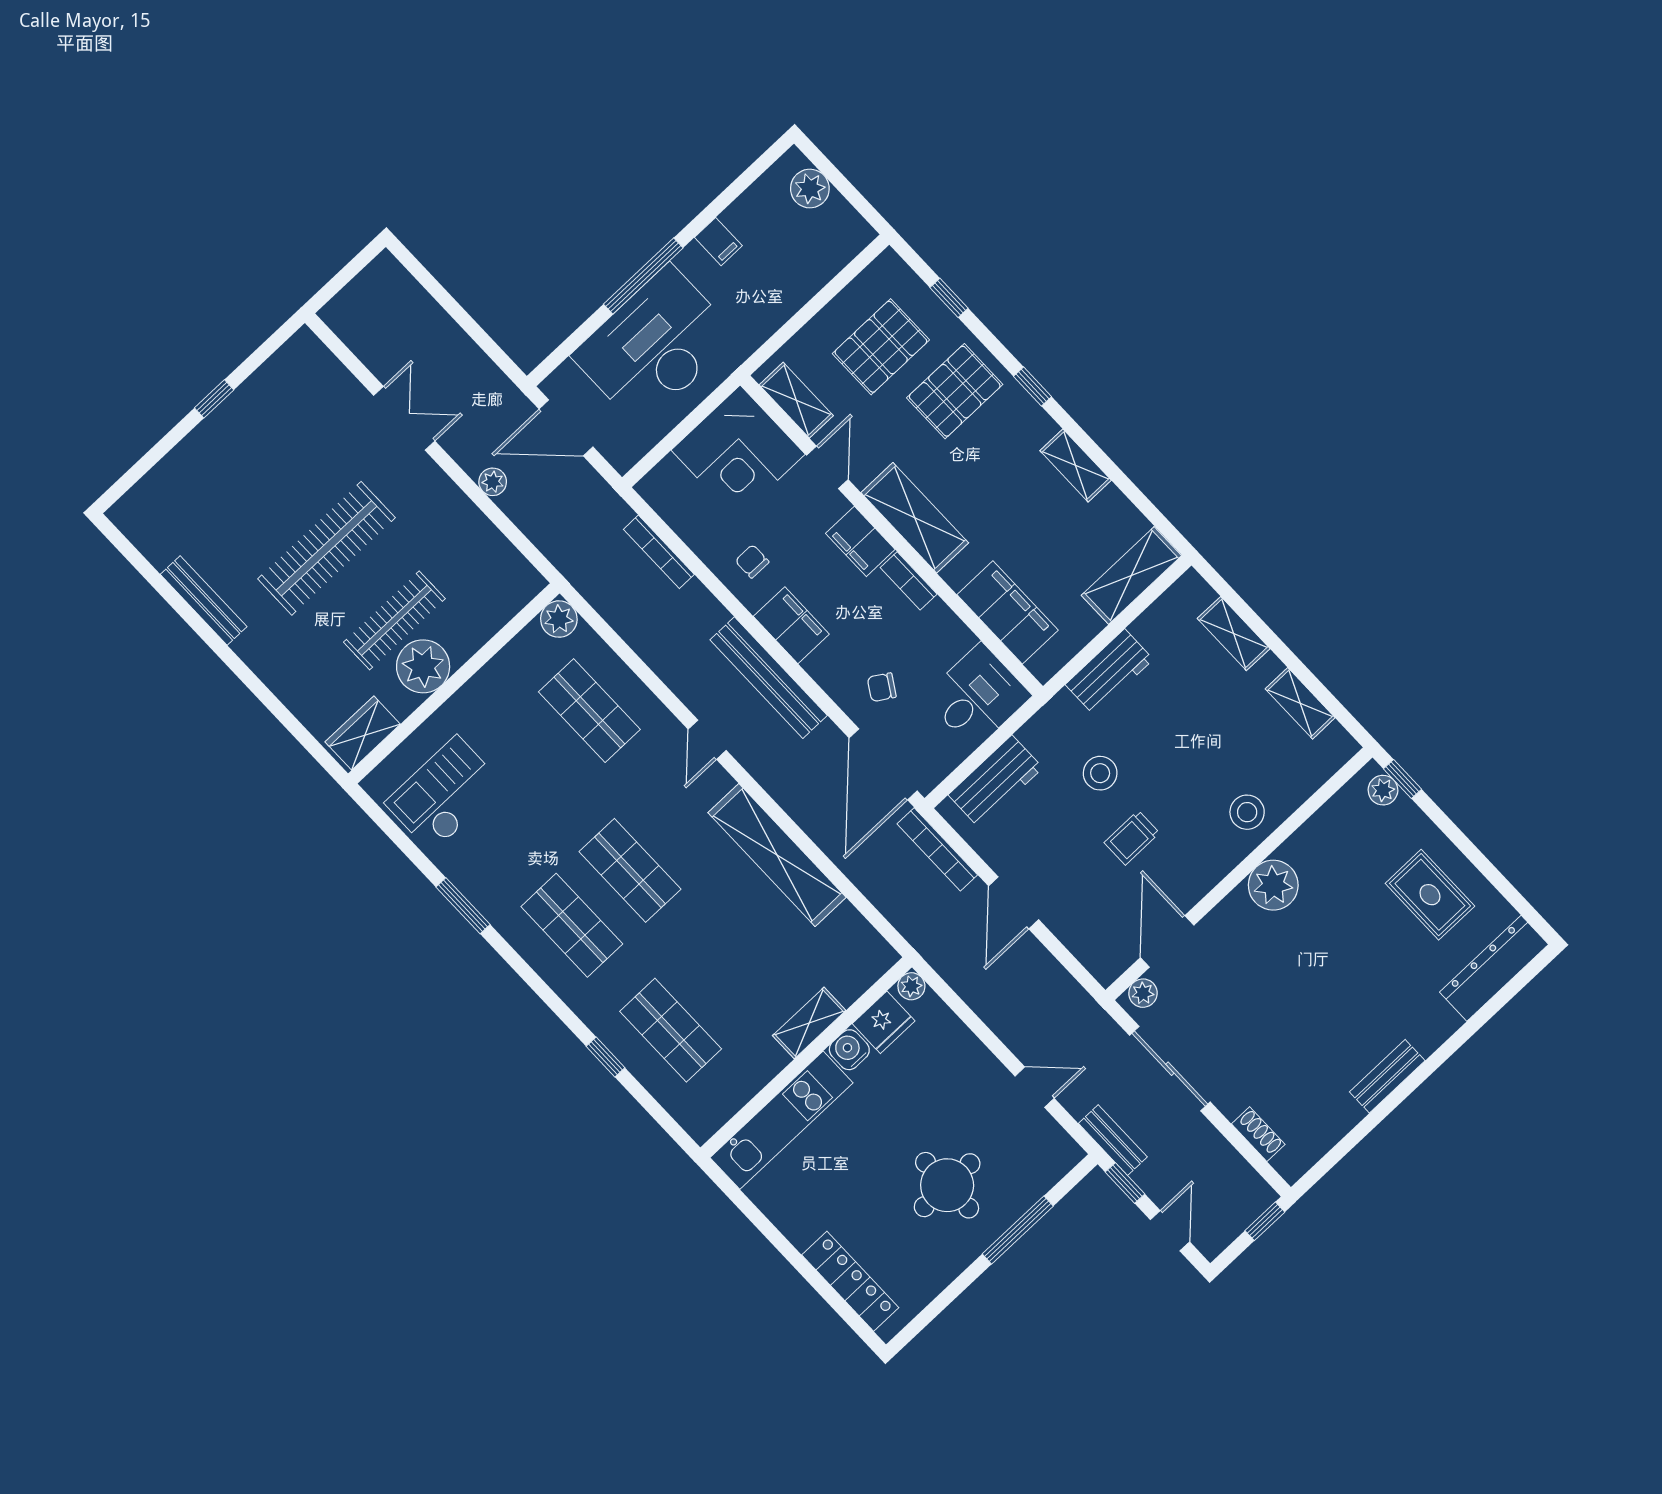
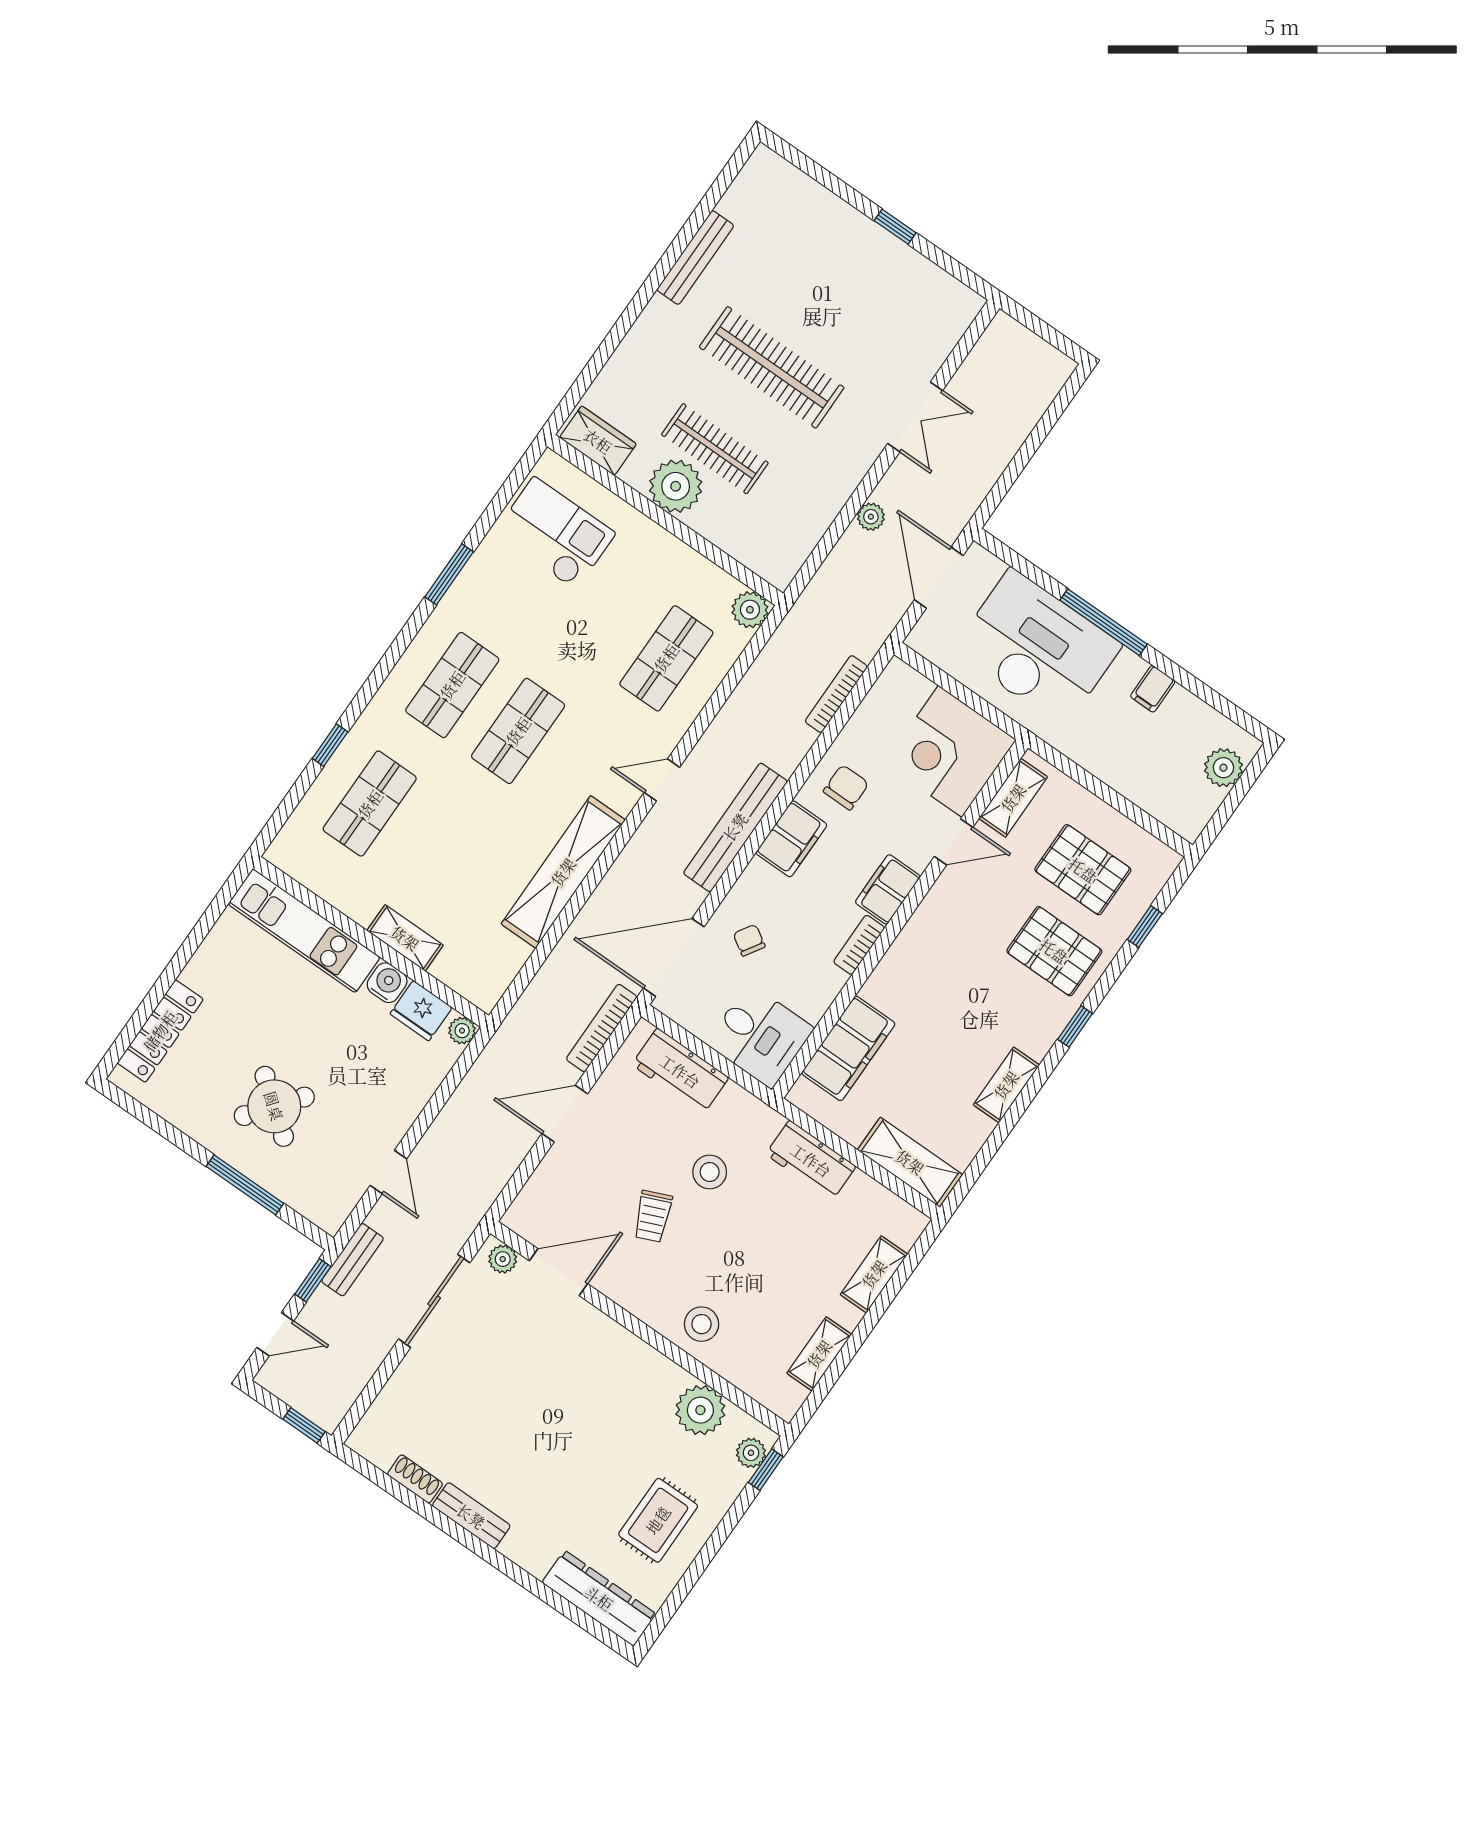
shelving: (915, 518) -> (922, 938), removed
chair: (752, 561) -> (846, 787), width x1.37, depth x1.37
trolley: (1132, 838) -> (653, 1216), turned -113
plant: (1273, 885) -> (700, 1410), moved
shoe rack: (1258, 1134) -> (415, 1479), moved, turned -90
round table: (947, 1185) -> (274, 1106), turned 38

